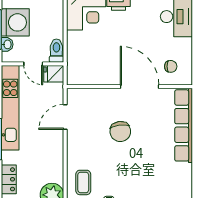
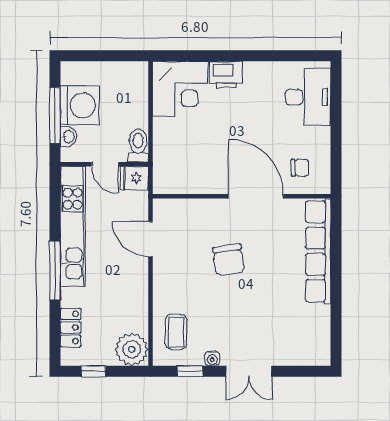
door: (65, 117) -> (150, 239), hinge flipped

